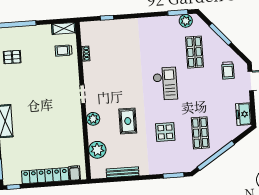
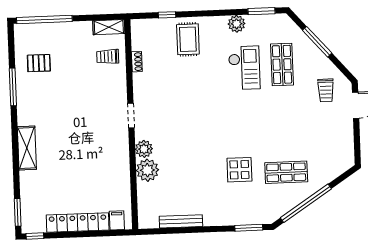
plant: (186, 21) -> (237, 24), moved
checkout: (165, 84) -> (244, 68), moved
freezer: (244, 114) -> (345, 149), removed
rug: (128, 121) -> (188, 39), moved
shop shelf: (200, 133) -> (286, 172), turned 90
plant: (97, 150) -> (147, 170), moved

